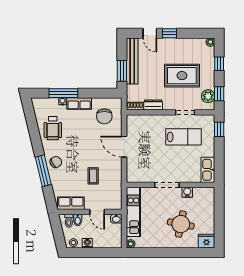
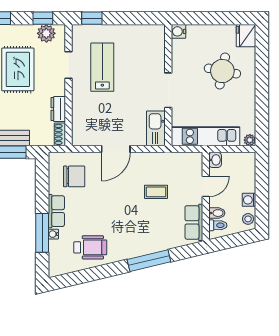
chair: (56, 162) -> (137, 243), removed
kitchen sink: (208, 170) -> (156, 128), moved, turned 90
water cooler: (187, 192) -> (179, 31), moved

